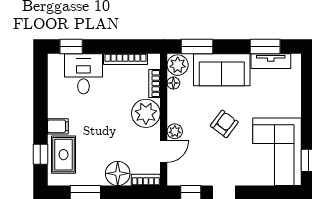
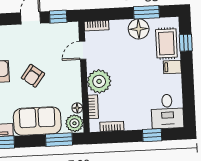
window: (71, 46) -> (152, 135), moved
bookcase: (125, 59) -> (112, 126), width x0.64
desk: (83, 74) -> (167, 111), moved
plant: (175, 131) -> (74, 68), removed
floor lamp: (118, 173) -> (139, 29), moved

